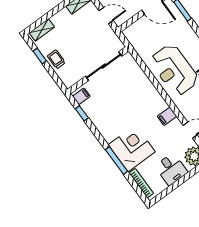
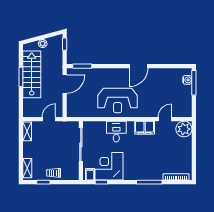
filing cabinet: (167, 116) -> (145, 128), width x2.00
corner desk: (132, 148) -> (109, 166), moved
desk: (171, 169) -> (116, 132), moved, turned -90

